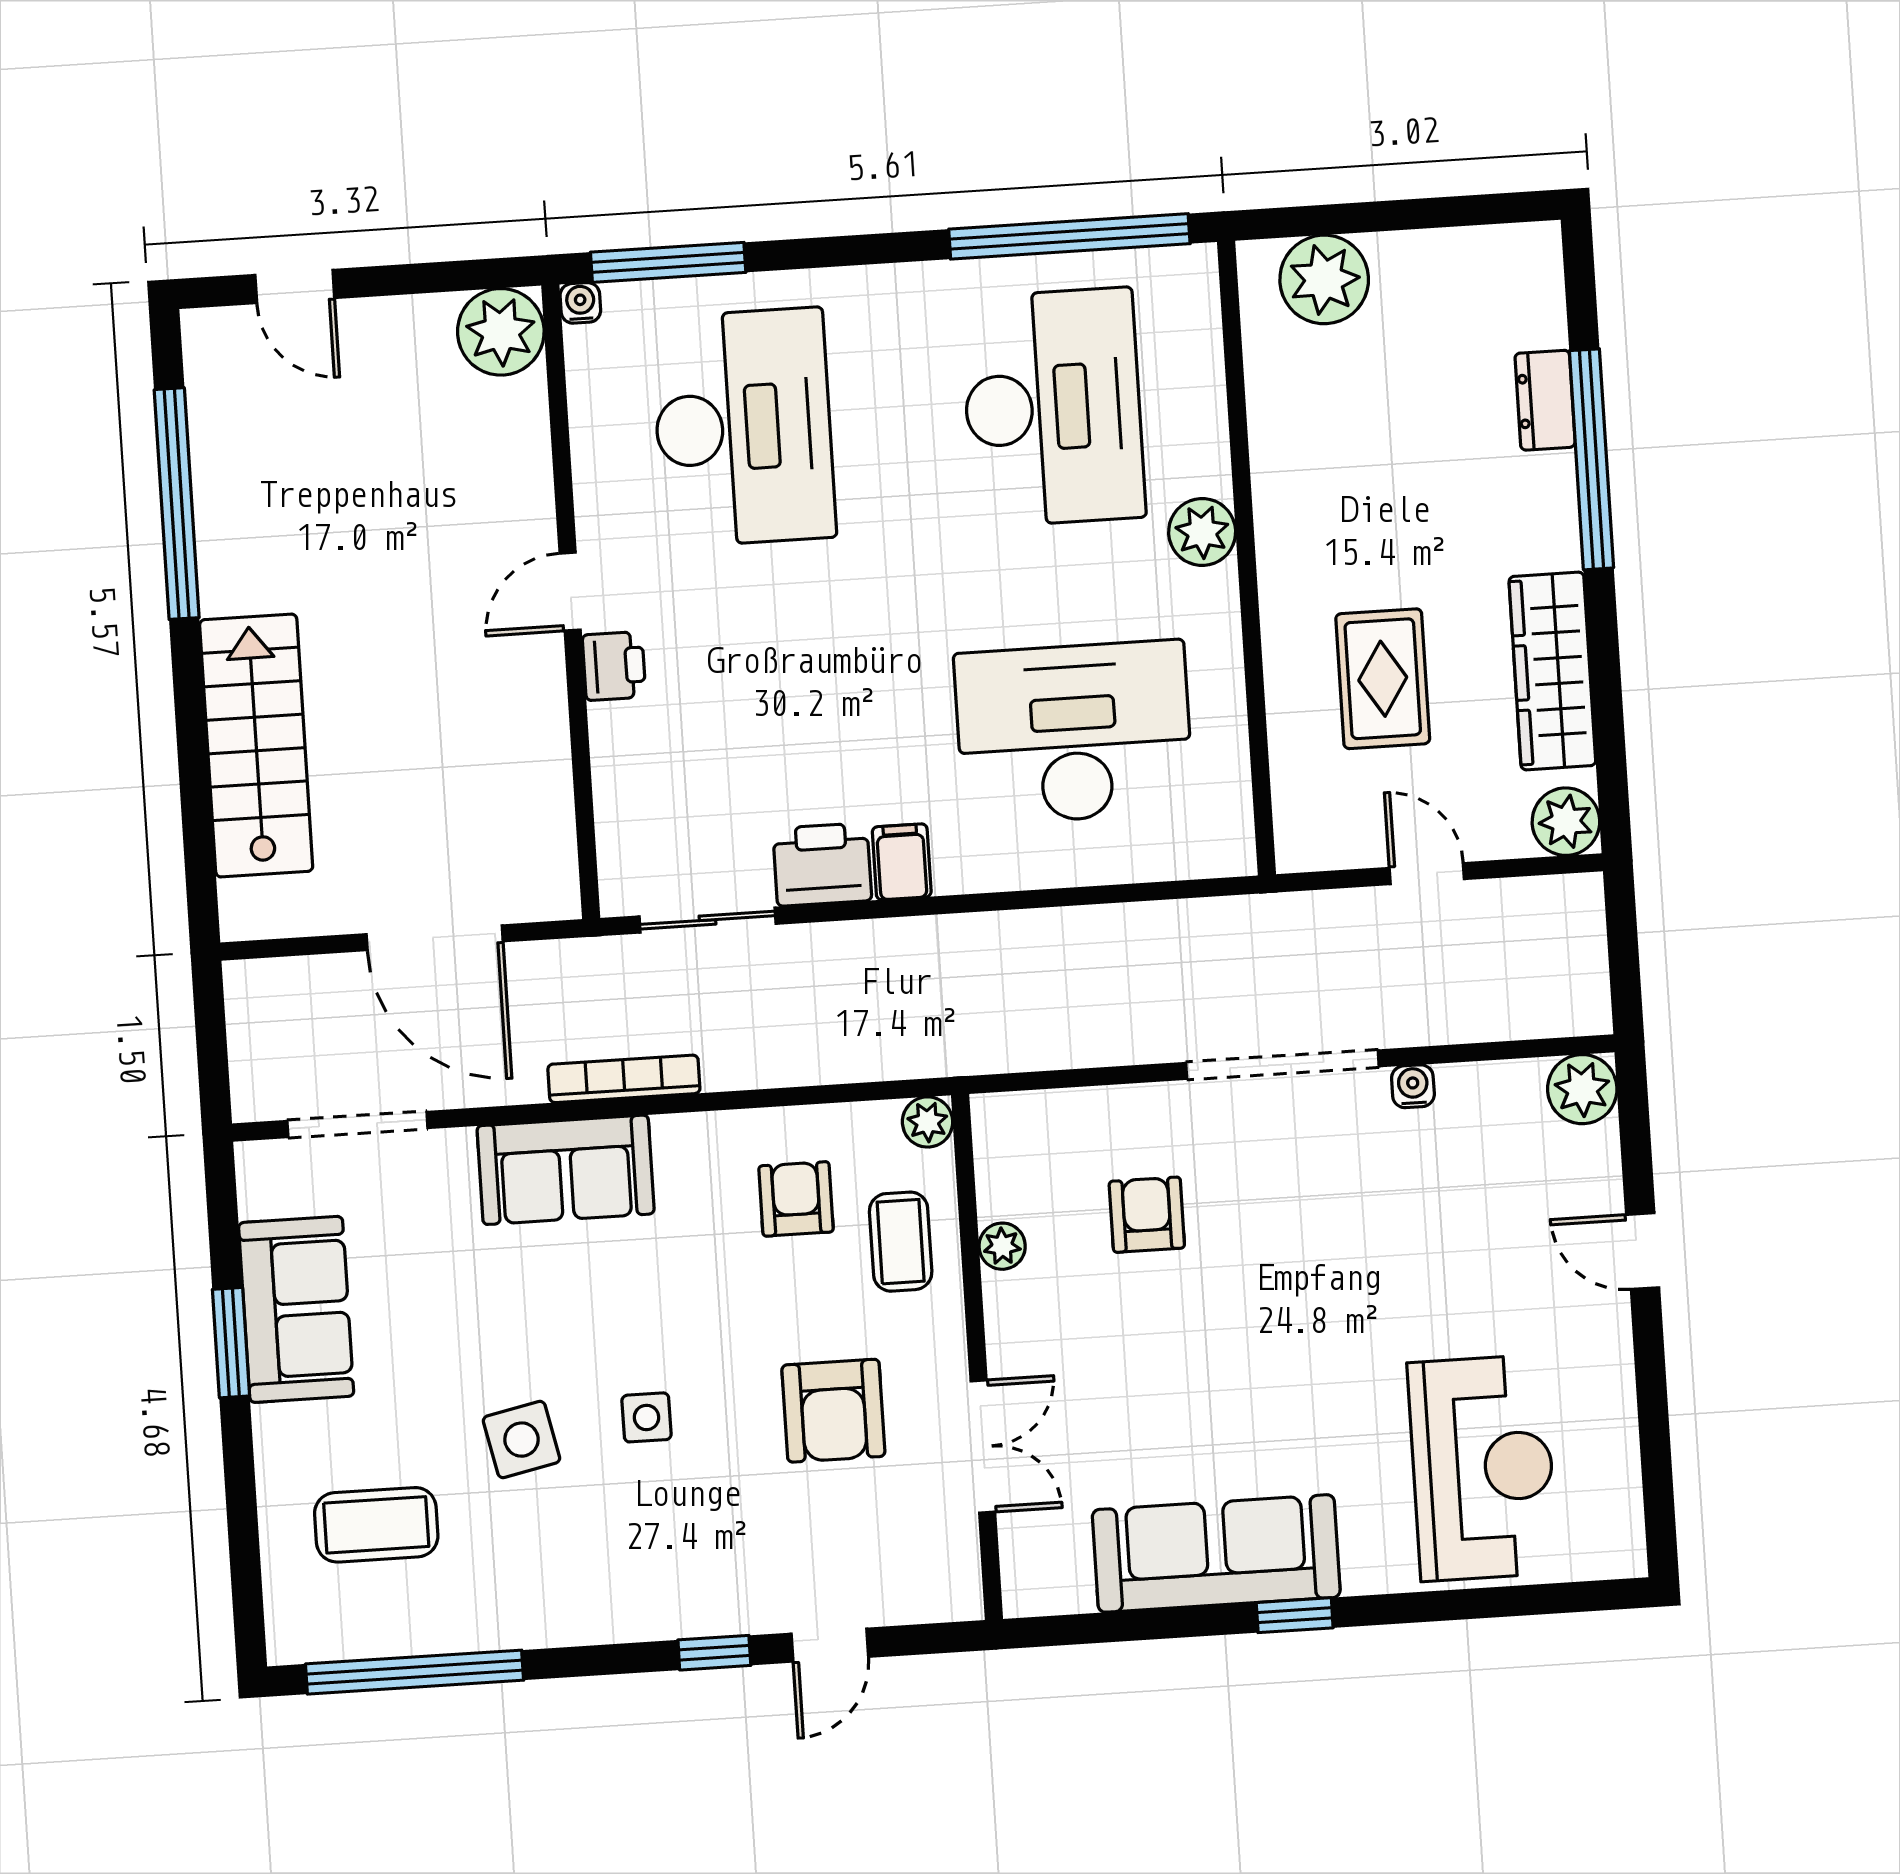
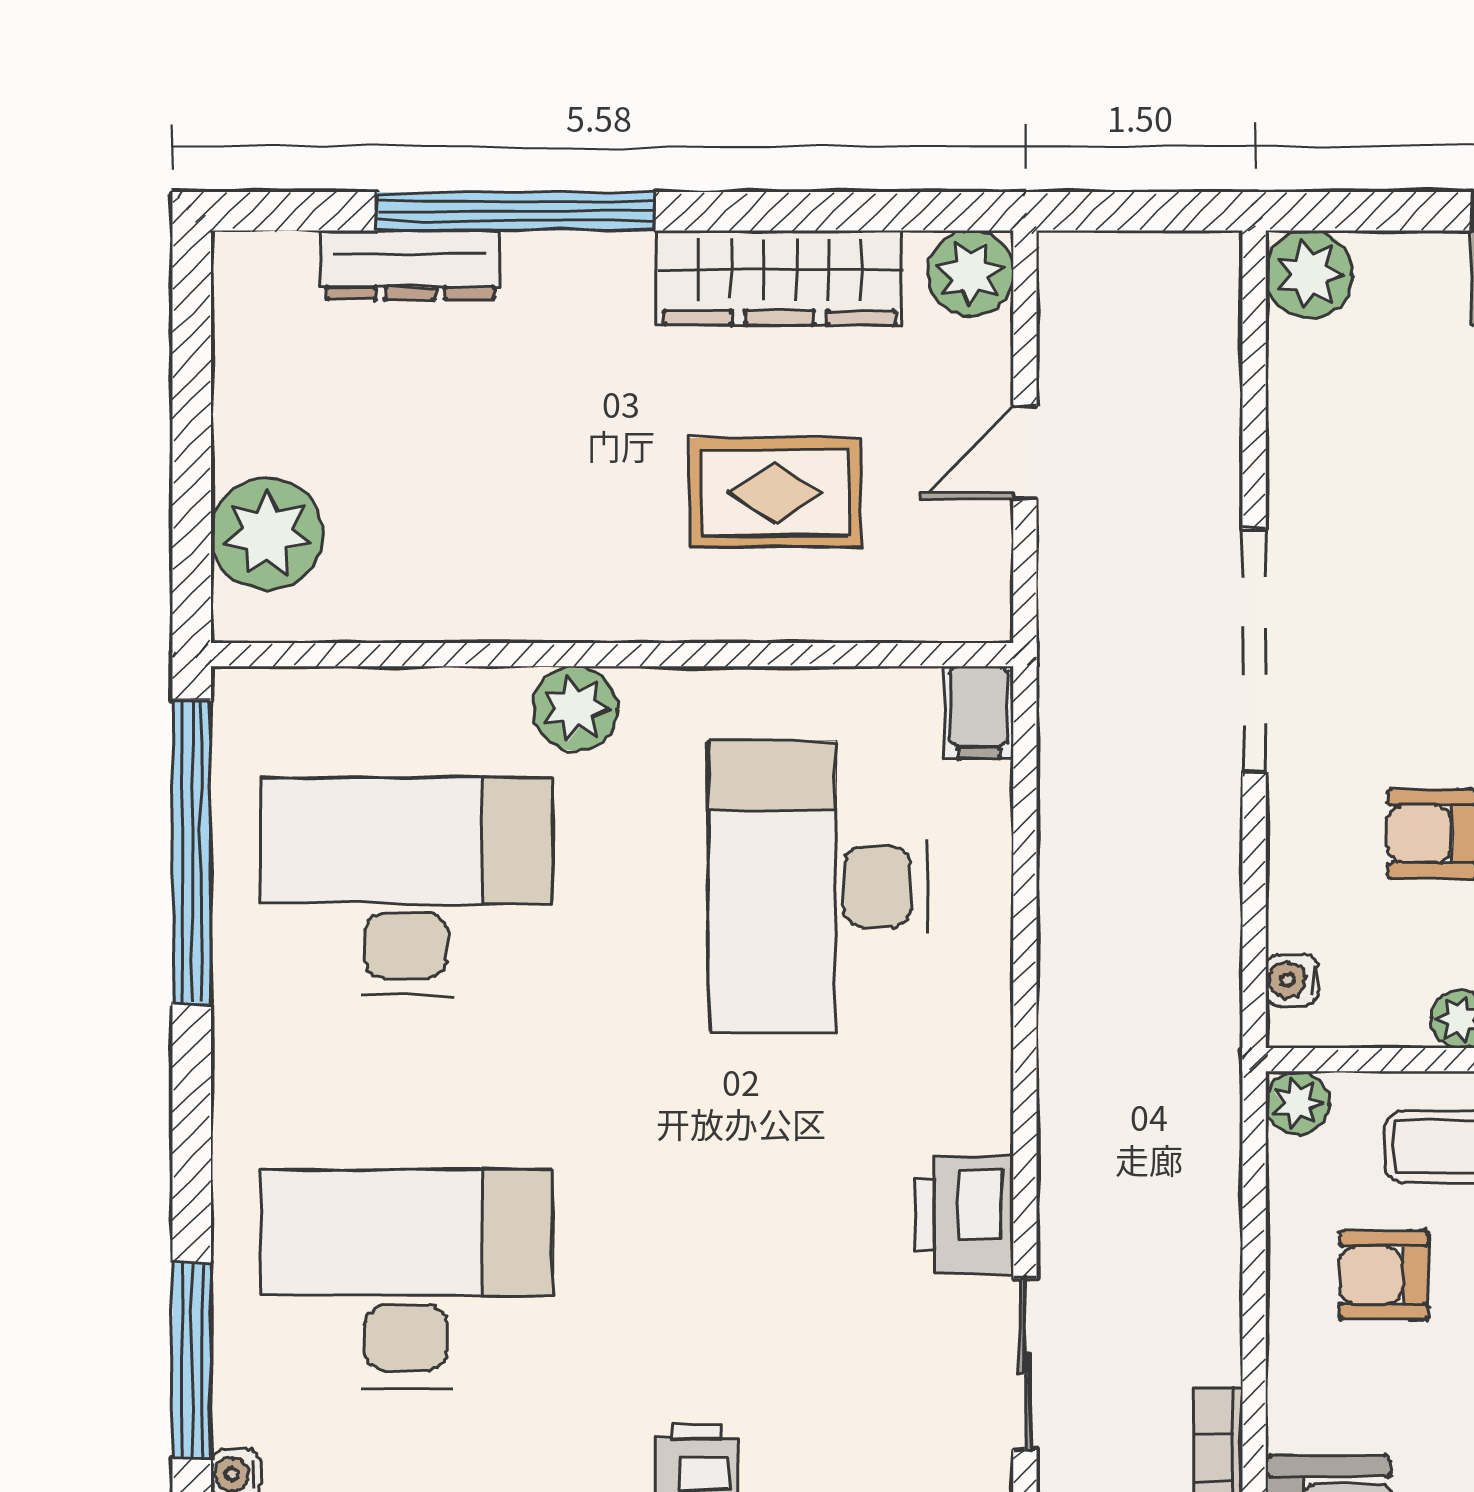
dresser: (1545, 400) -> (410, 265), width x1.44
filing cabinet: (902, 862) -> (979, 712), moved, turned -90
water cooler: (1413, 1086) -> (1292, 980), moved

